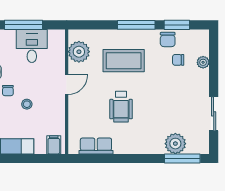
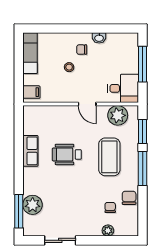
window: (177, 25) -> (143, 131), moved
chair: (168, 39) -> (129, 198), turned 90
desk: (32, 46) -> (123, 88), moved
row of seats: (96, 146) -> (30, 151), moved

